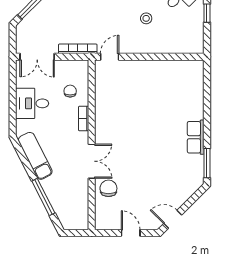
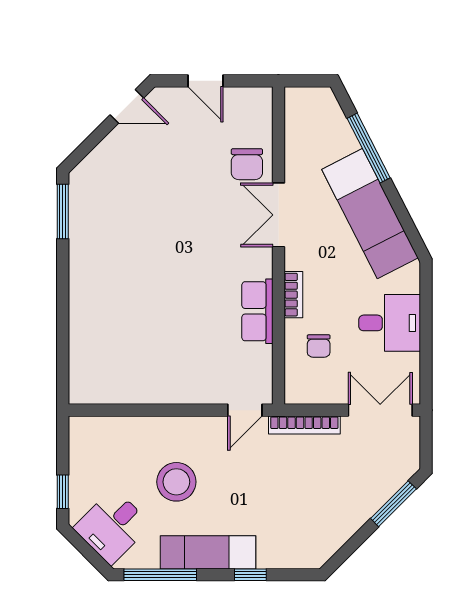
stool: (146, 18) -> (176, 482), width x1.89, depth x1.89
row of seats: (196, 137) -> (257, 311), moved, turned 180
exam couch: (35, 156) -> (370, 214), width x1.36, depth x1.45

